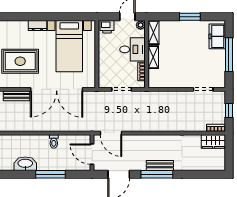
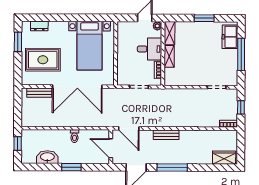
dresser: (37, 26) -> (39, 26), moved
printer: (107, 27) -> (125, 27), removed
wardrobe: (213, 142) -> (224, 158), moved, turned 180
bench: (160, 165) -> (166, 135), moved
window: (51, 174) -> (71, 167), width x0.69

